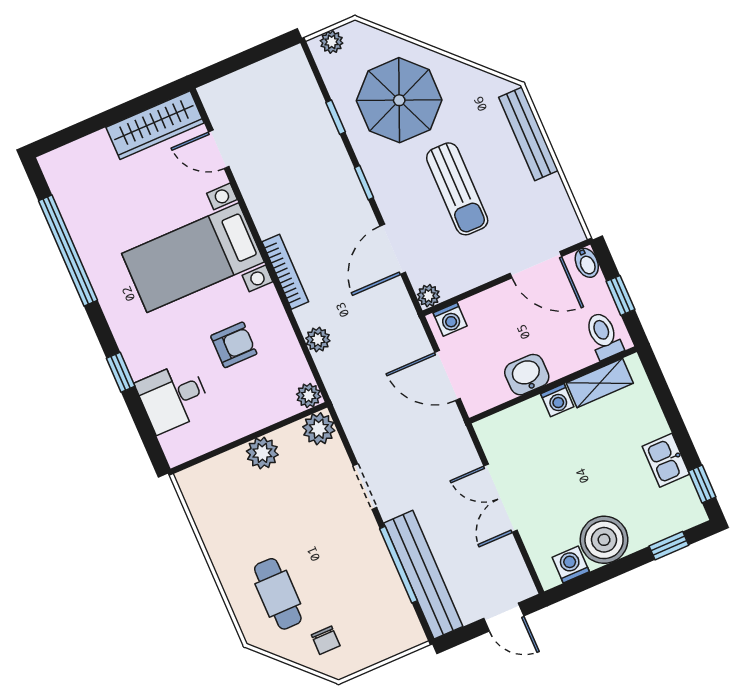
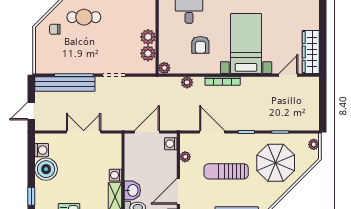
plant: (428, 296) -> (185, 157), moved
washbasin: (527, 375) -> (132, 190), moved
plant: (319, 429) -> (148, 53), moved

